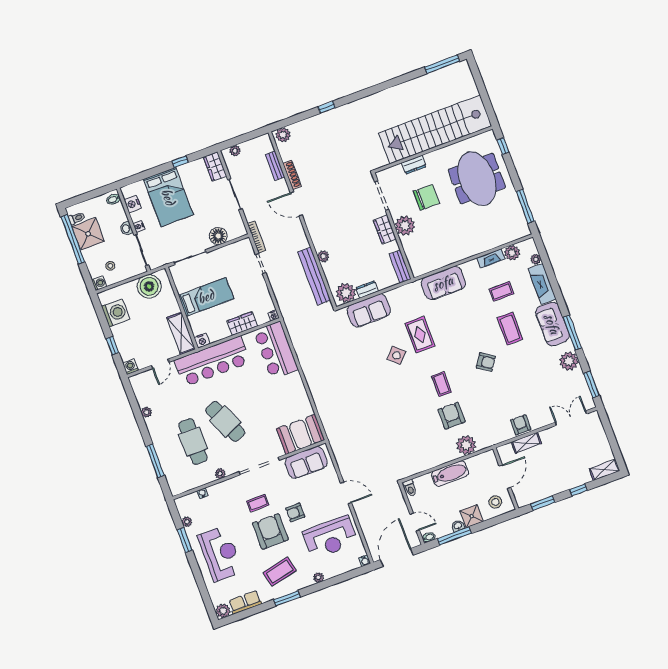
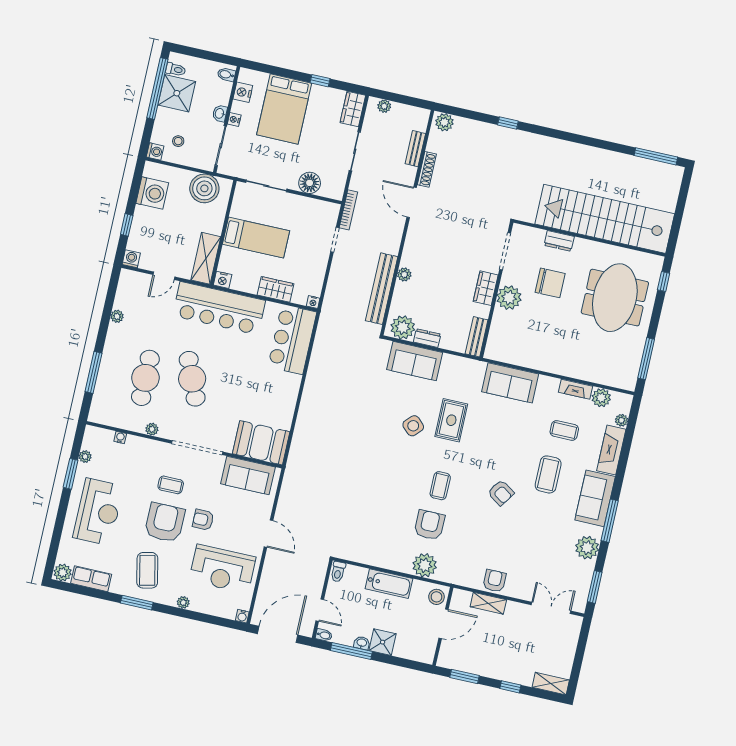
stool: (495, 502) -> (436, 597), moved
coffee table: (280, 572) -> (147, 570), turned 90

